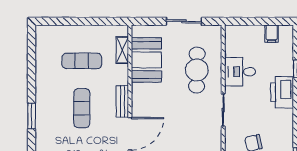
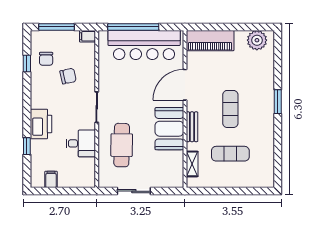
booth: (146, 60) -> (169, 129), moved
bench: (122, 101) -> (192, 127), moved

